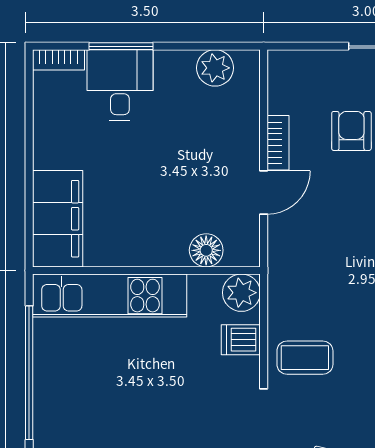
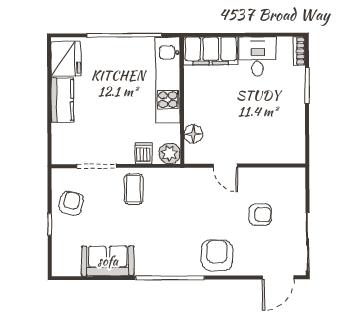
plant: (215, 68) -> (295, 138), removed
desk: (120, 85) -> (257, 56), moved, turned -90
bookcase: (278, 143) -> (253, 174), removed

